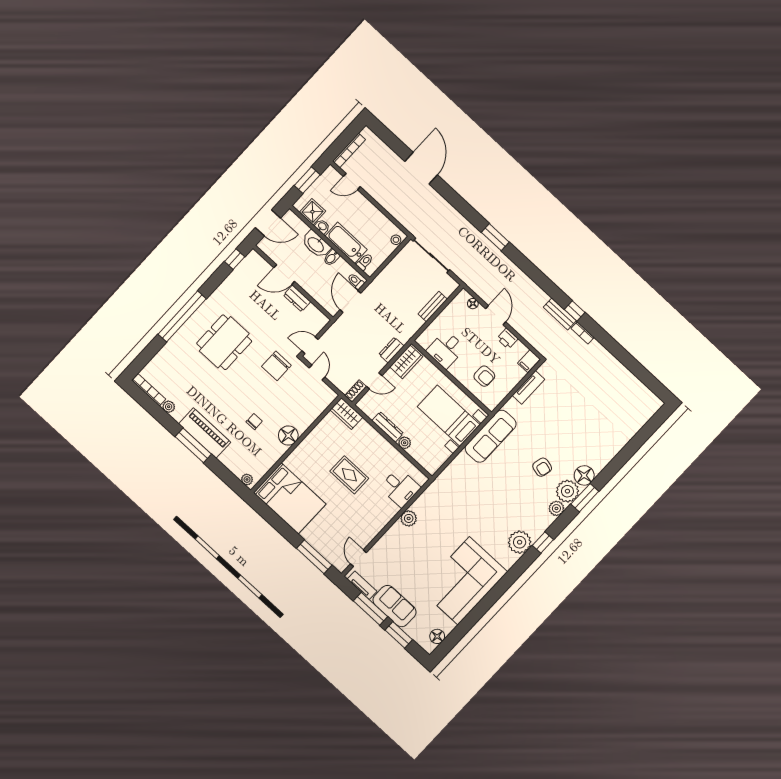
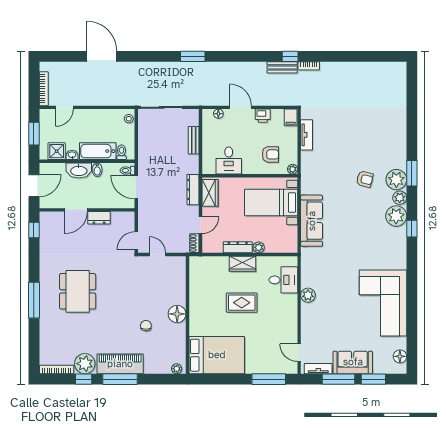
window: (182, 316) -> (34, 300), width x0.68
dresser: (391, 350) -> (193, 190), width x1.44
chair: (276, 366) -> (127, 275), removed
plant: (491, 405) -> (293, 169), added
plant: (169, 407) -> (85, 364), width x1.88, depth x1.88
wardrobe: (346, 414) -> (242, 264), moved
window: (164, 418) -> (84, 379), added
sofa: (491, 436) -> (312, 221), moved
floor lamp: (584, 475) -> (398, 159), removed
plant: (520, 542) -> (396, 216), moved

